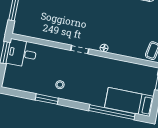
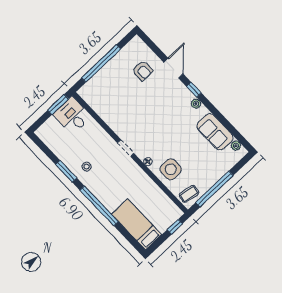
side table: (126, 42) -> (171, 169), added
window: (112, 112) -> (99, 206), moved

